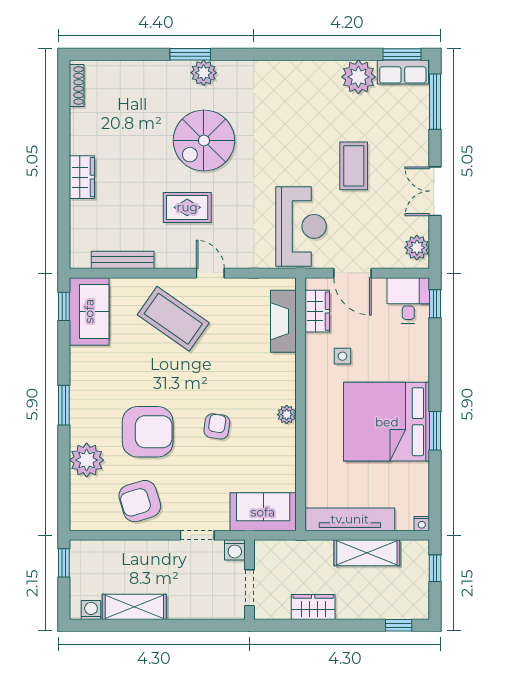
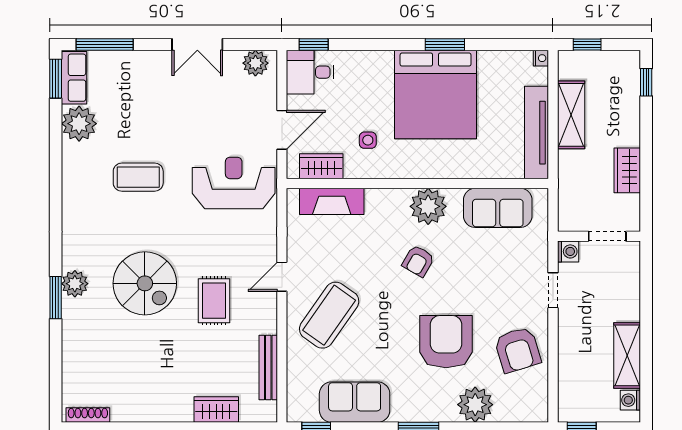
coffee table: (354, 166) -> (138, 177), moved
wardrobe: (82, 177) -> (216, 410), moved
sofa: (89, 311) -> (355, 402), moved
plant: (287, 415) -> (428, 206), width x1.87, depth x1.87
armchair: (217, 426) -> (418, 261), moved, turned -68
sofa: (263, 512) -> (498, 208), moved, turned -90

